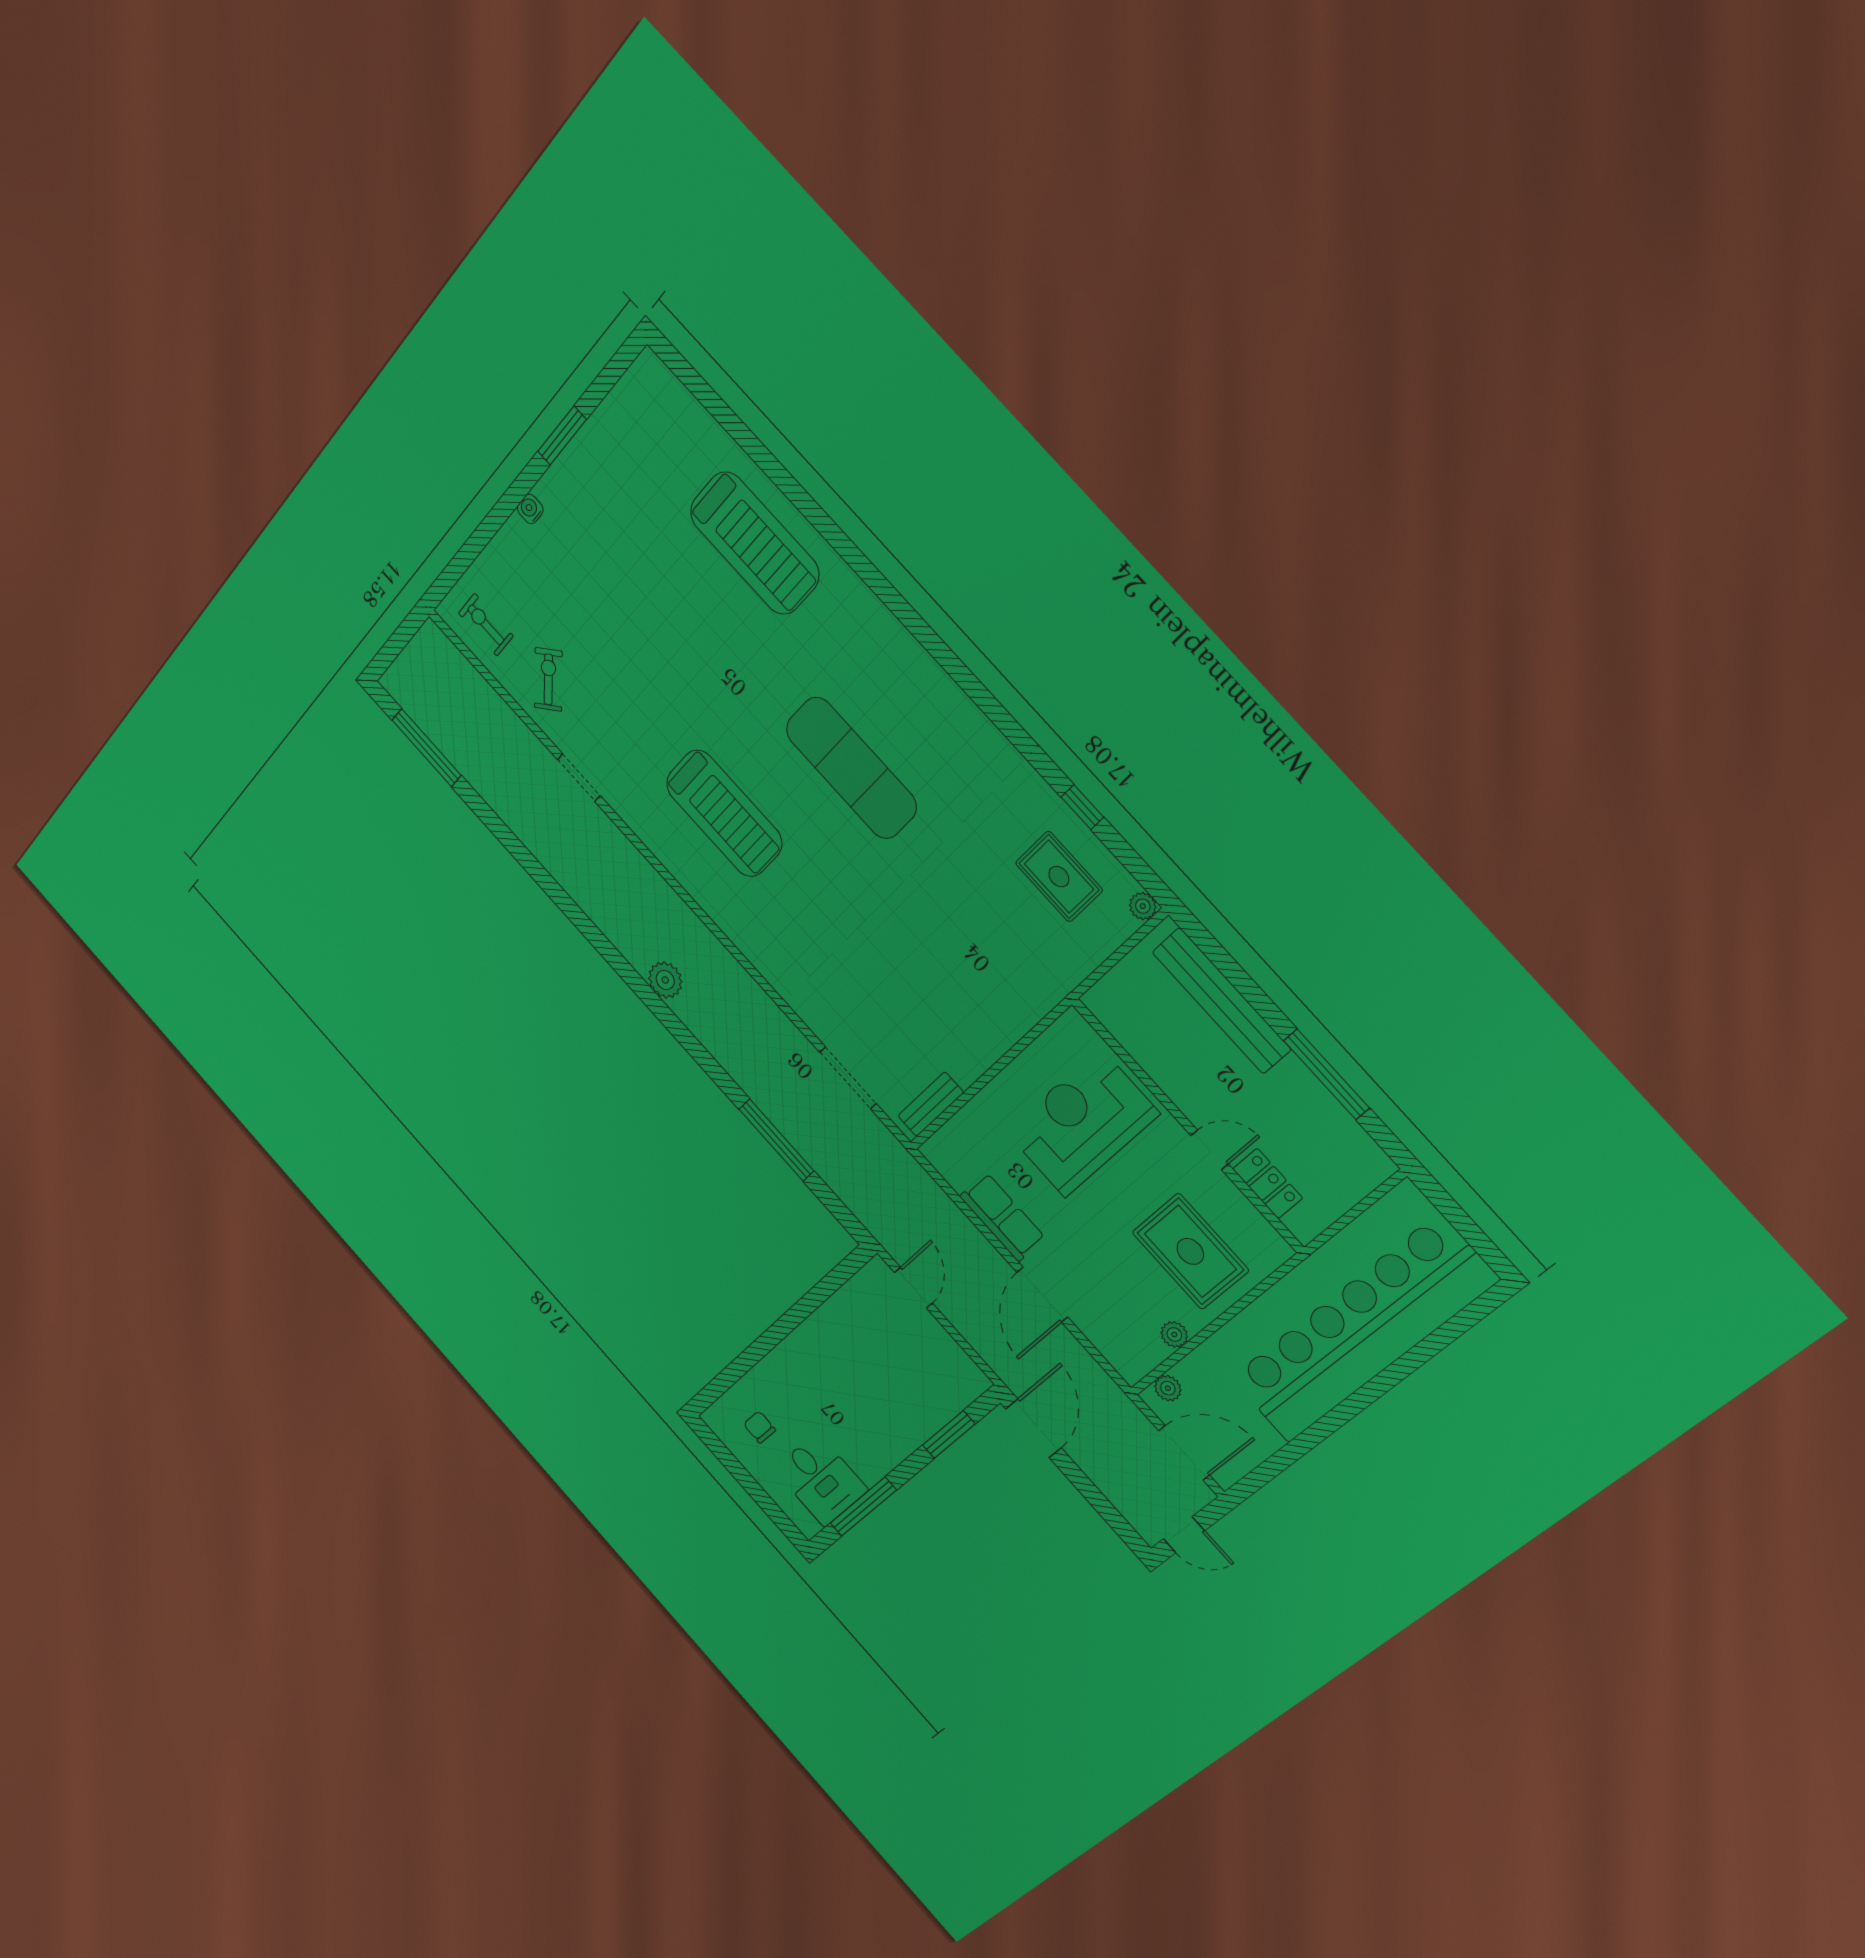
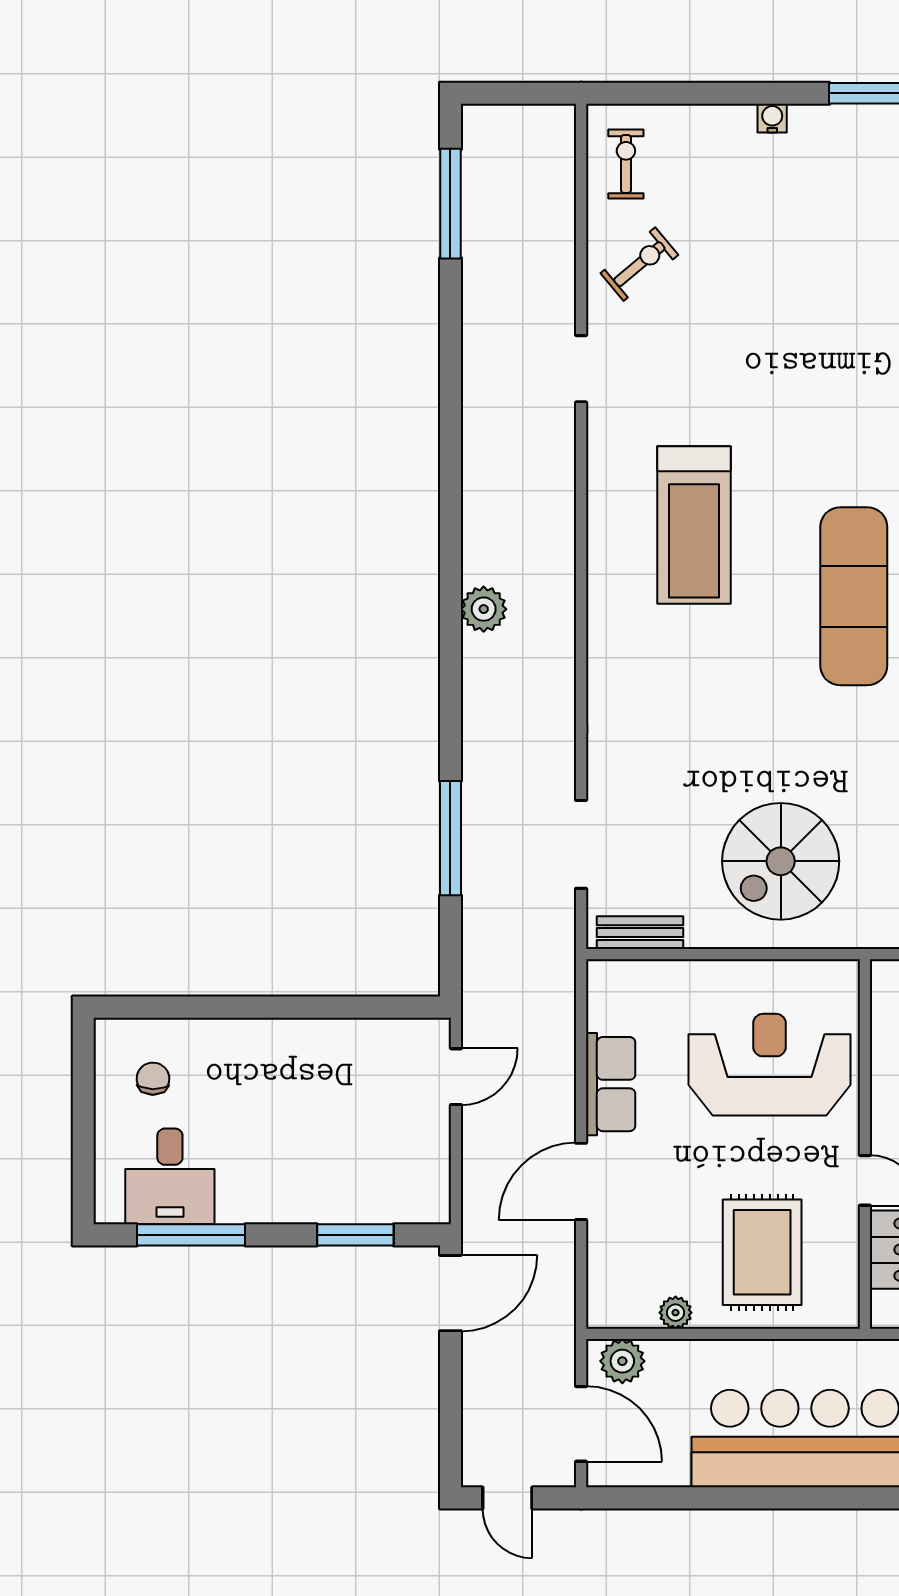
spiral stairs: (967, 983) -> (781, 861), added
plant: (1168, 1388) -> (622, 1361), width x1.38, depth x1.38

